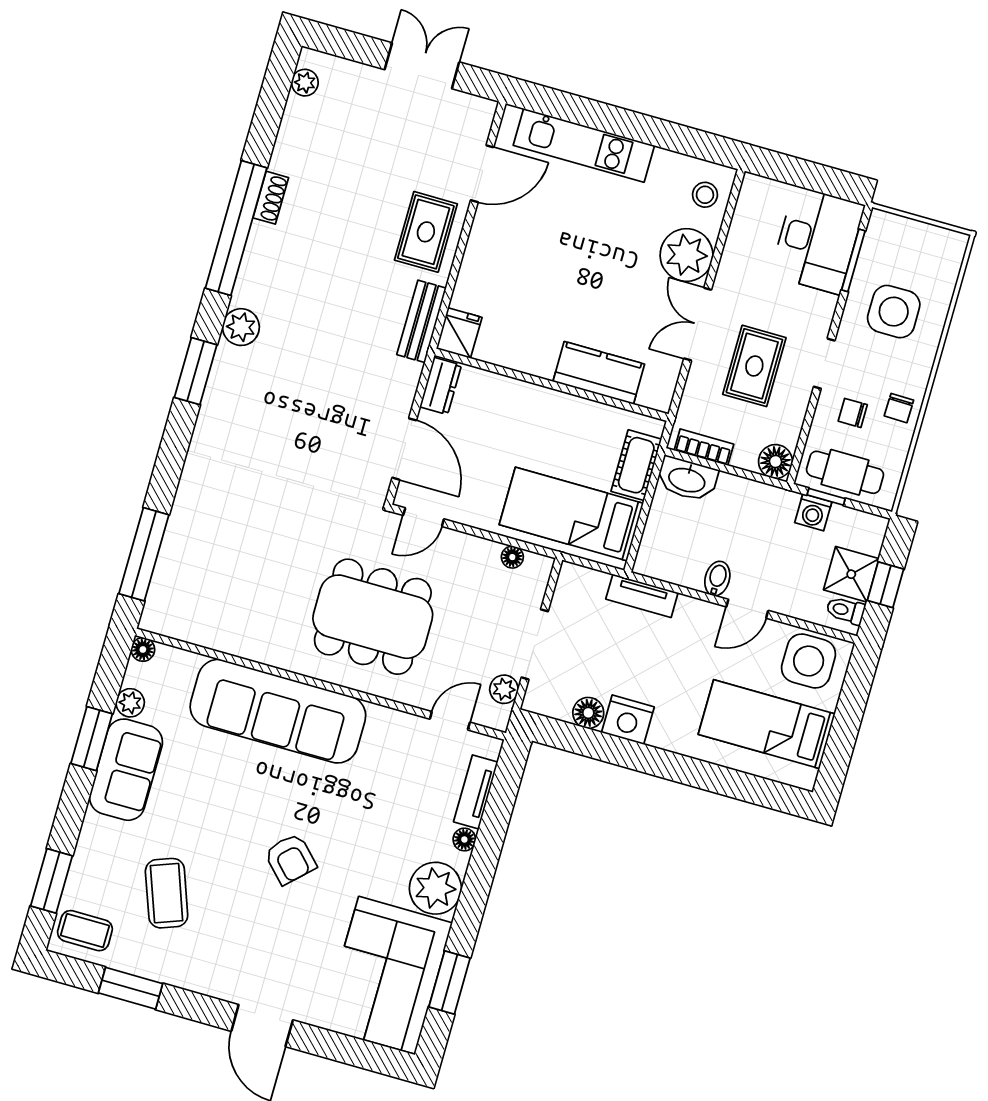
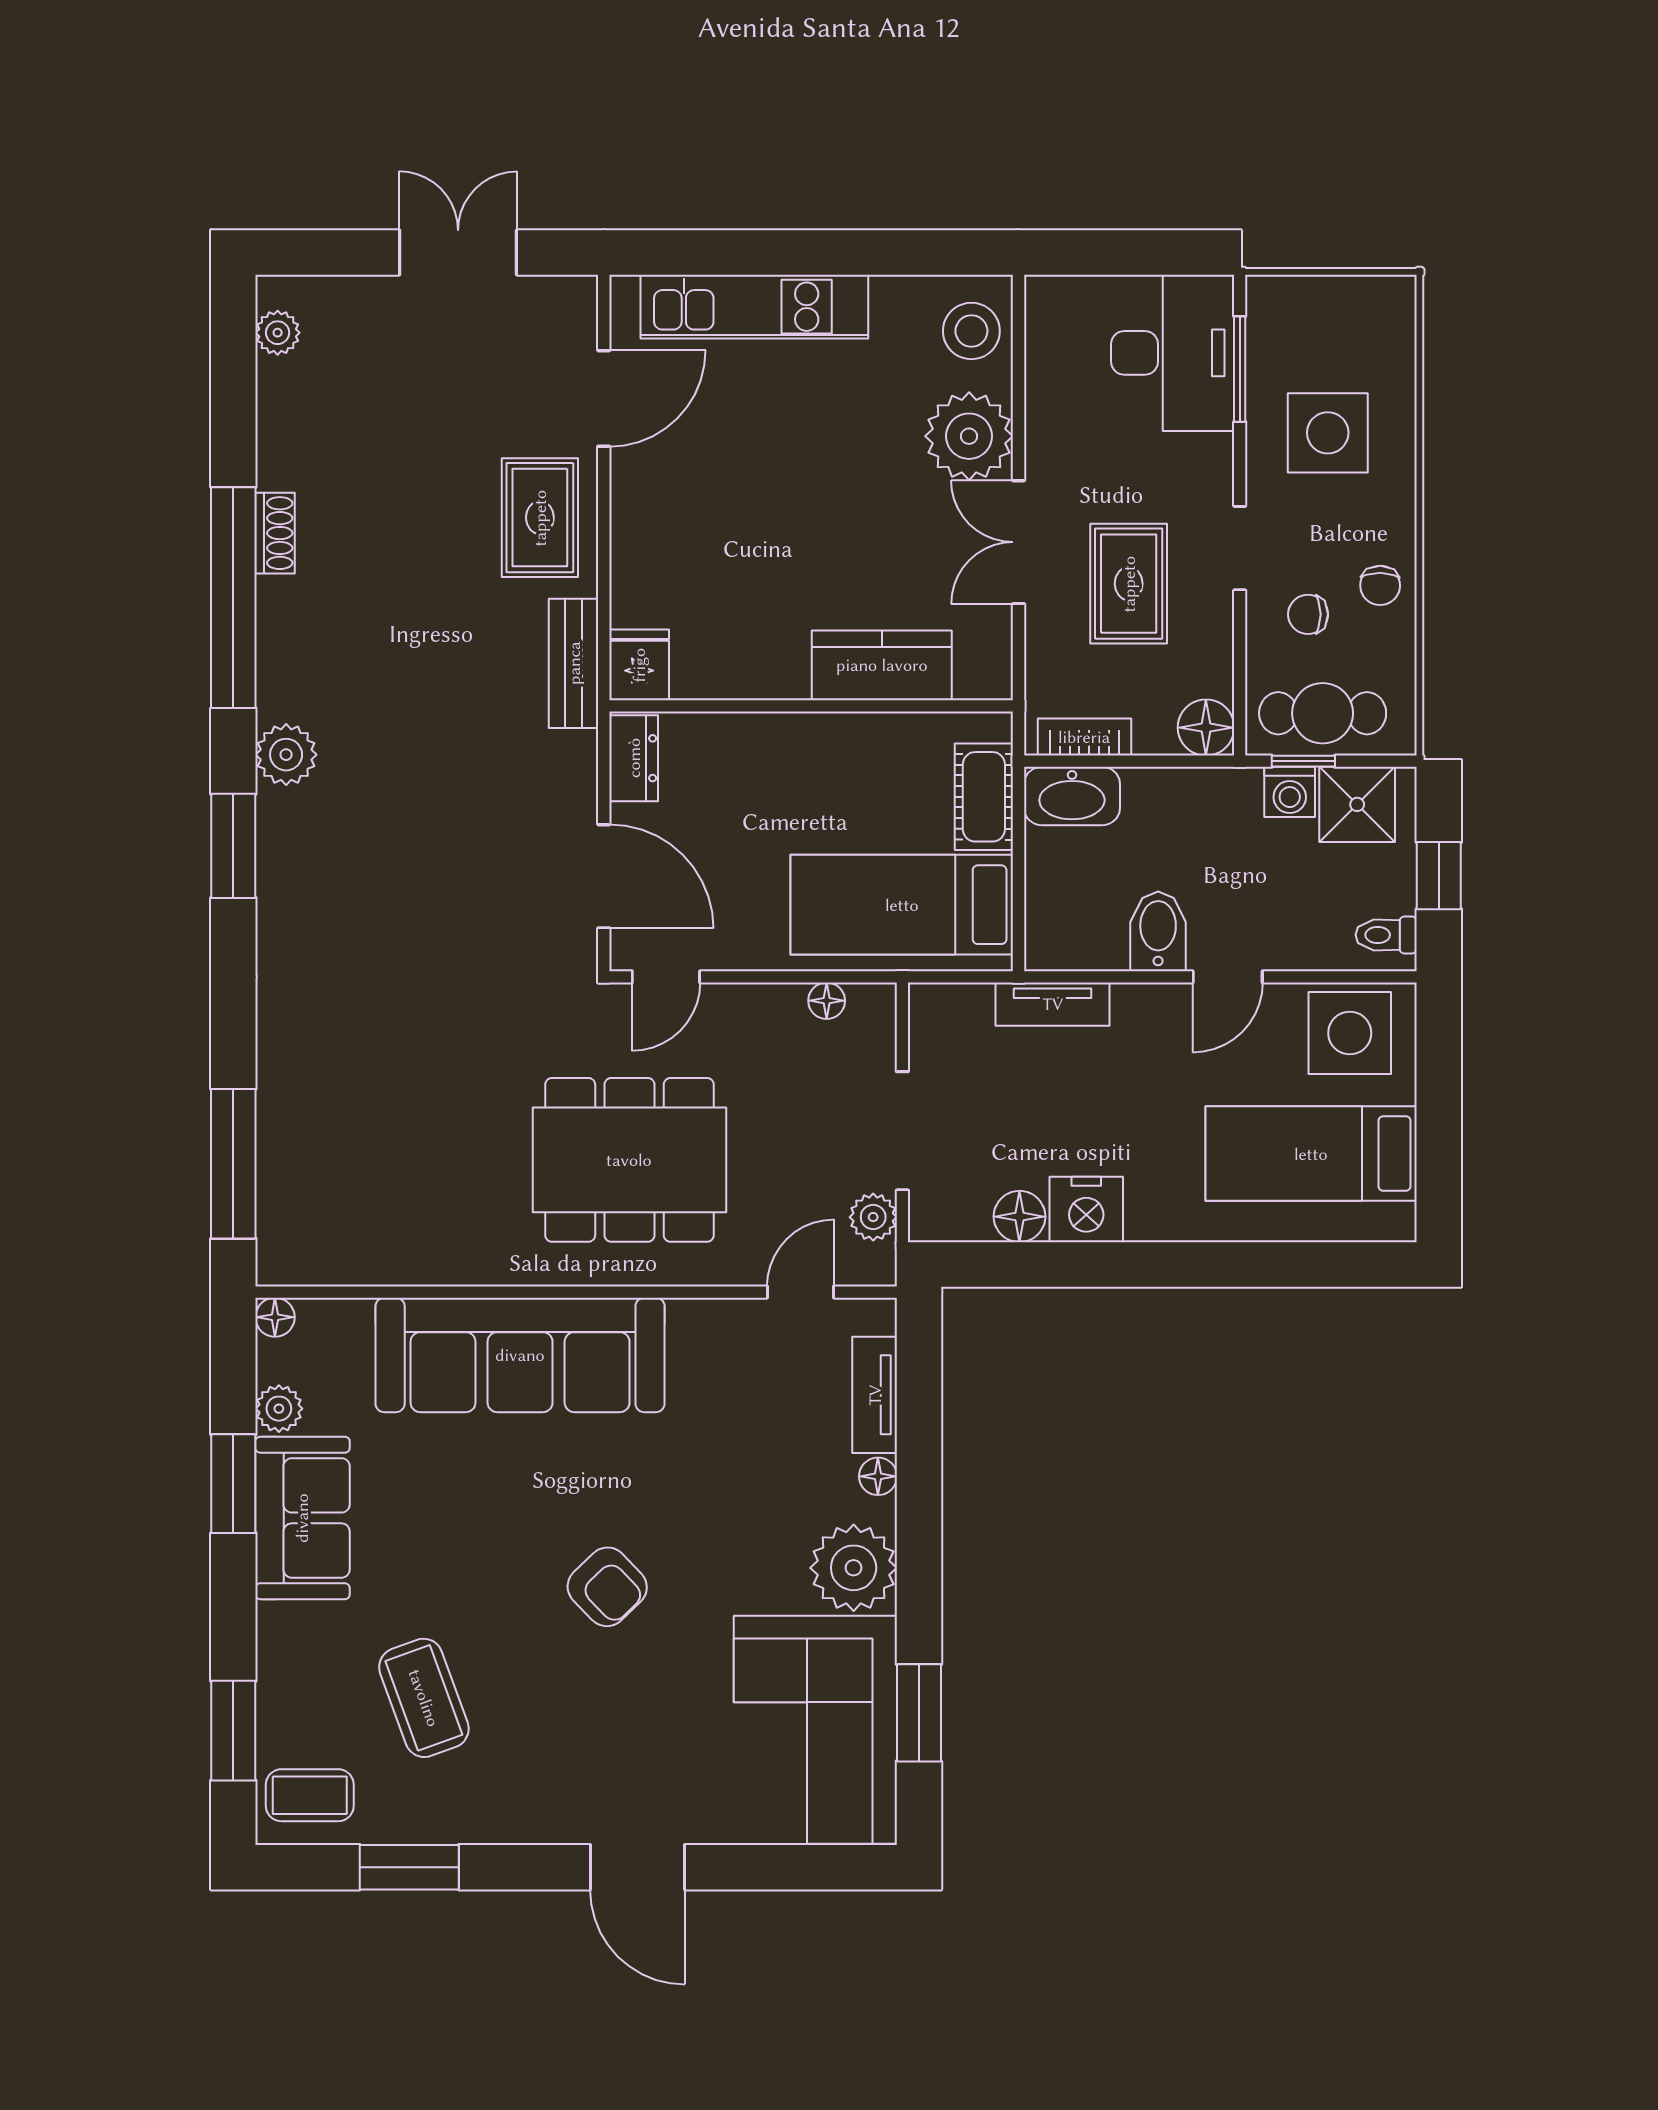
stool: (705, 195) -> (971, 331), width x1.37, depth x1.37
shower: (851, 574) -> (1357, 804), moved
bidet: (717, 578) -> (1158, 931), width x1.38, depth x1.36

